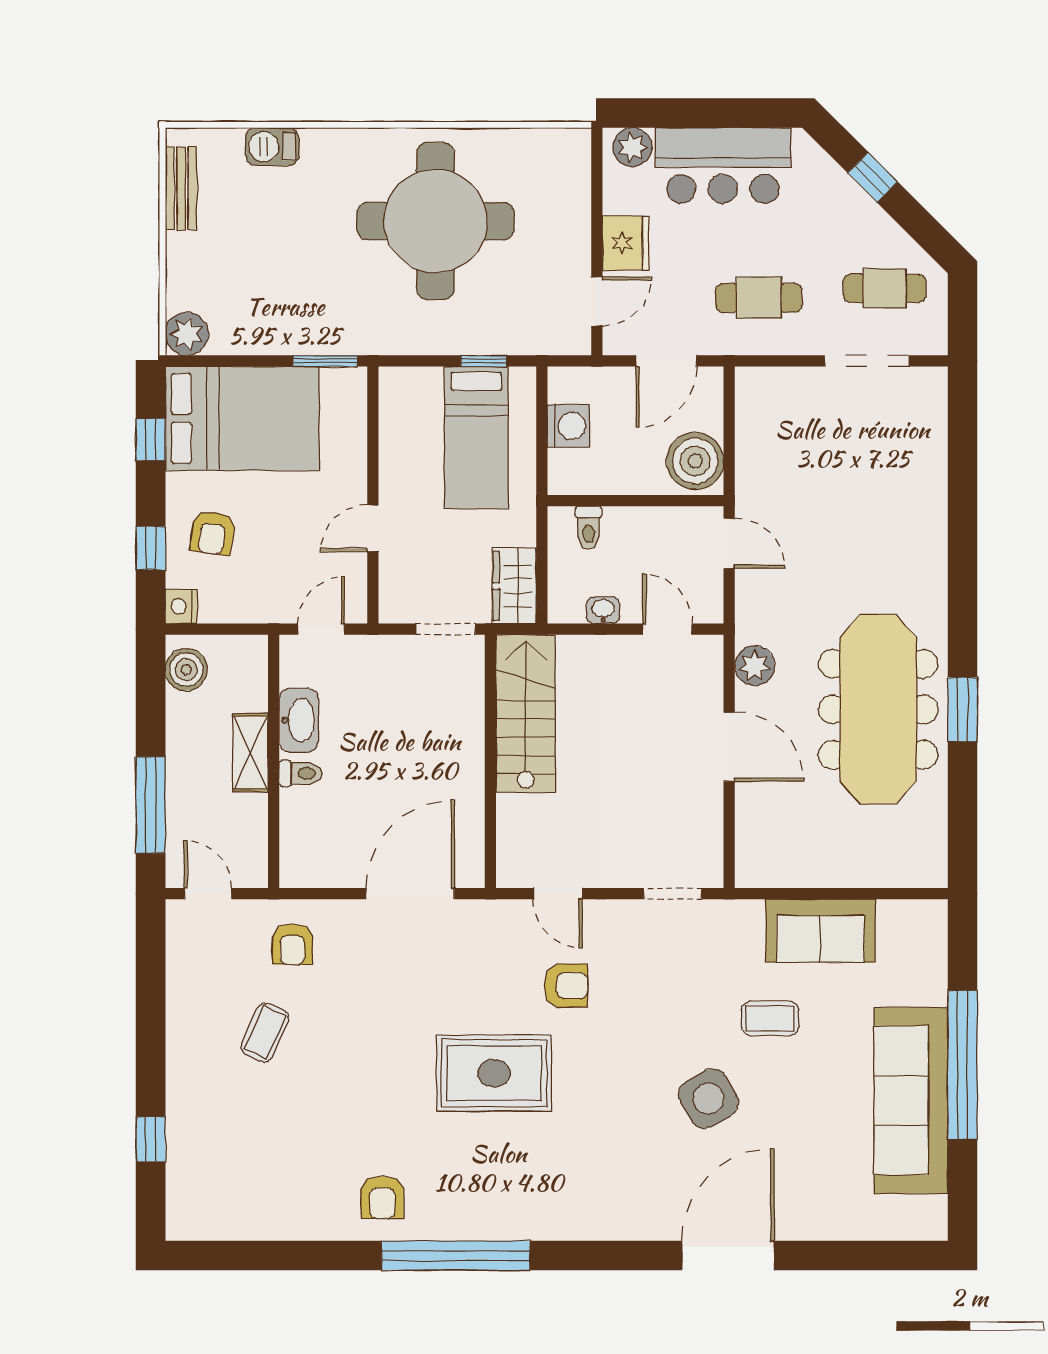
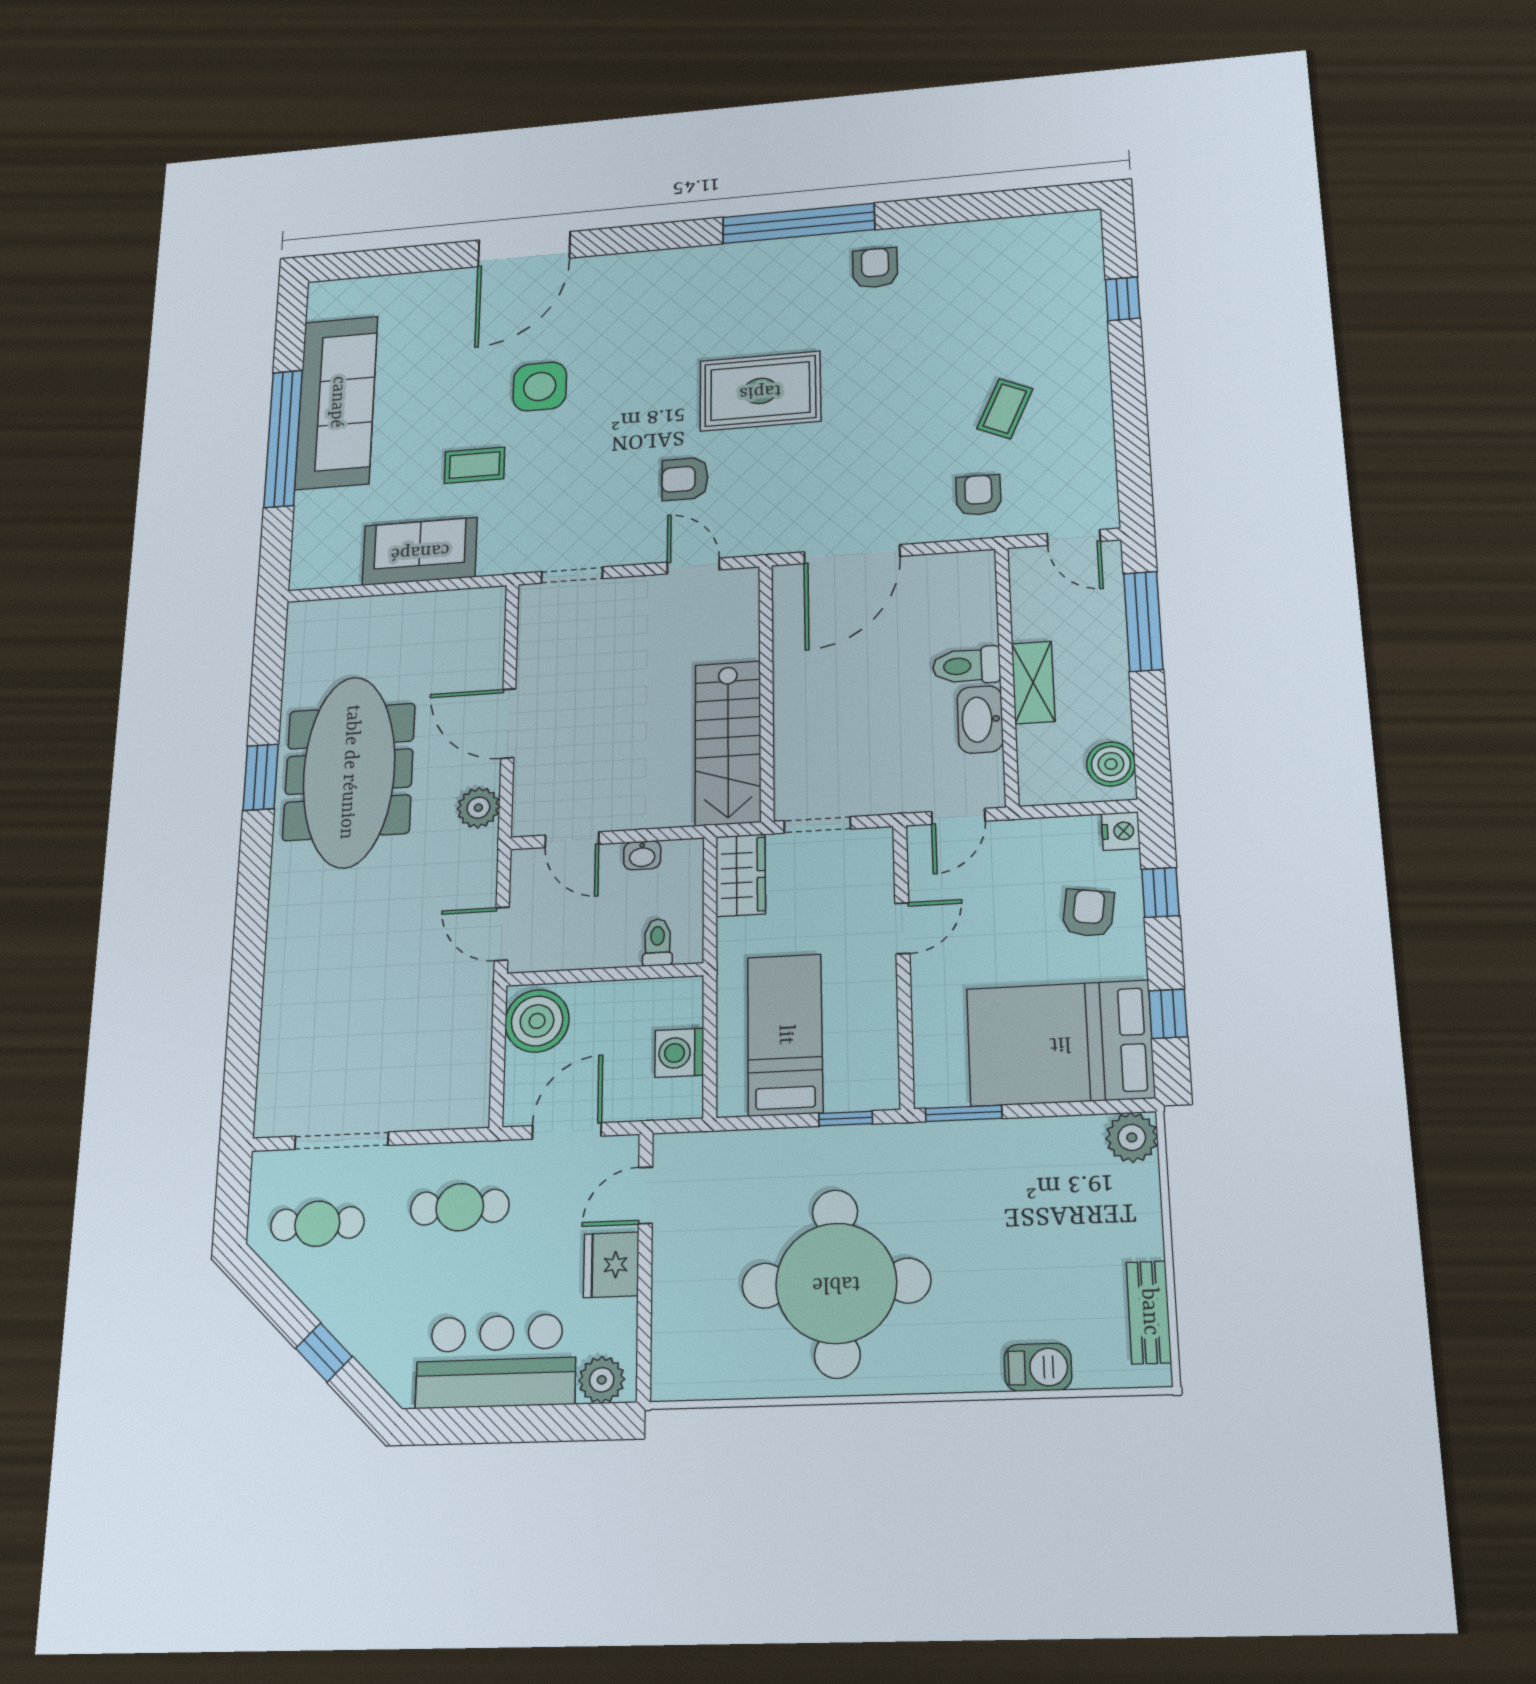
window: (483, 361) -> (846, 1119), moved
toilet: (301, 773) -> (967, 666), width x1.37, depth x1.39
side table: (708, 1099) -> (540, 387), turned 30

